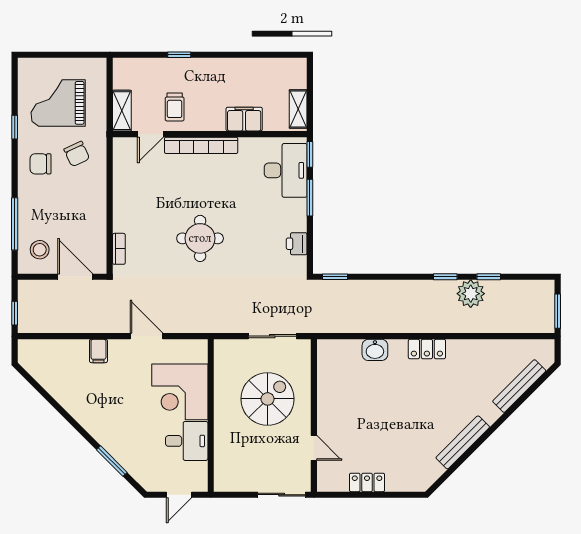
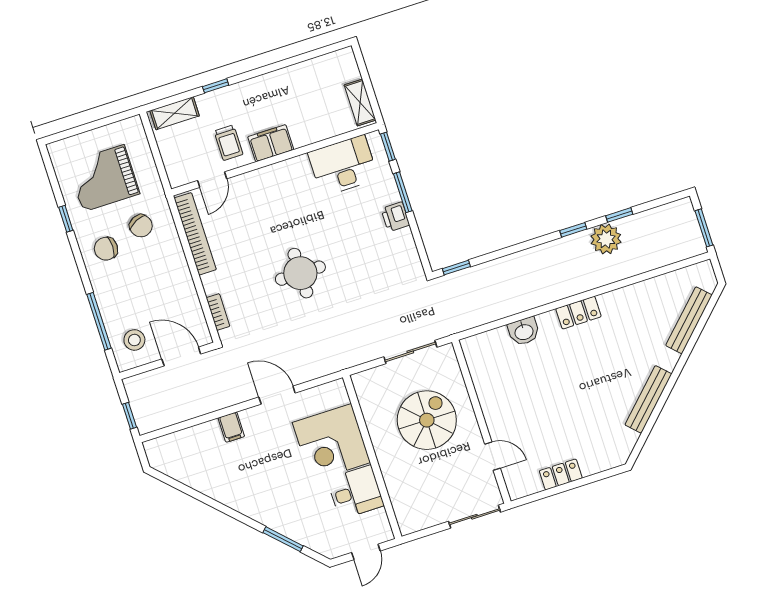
shelving: (122, 111) -> (175, 113), moved, turned 90
filing cabinet: (244, 119) -> (271, 143), moved
bookcase: (201, 145) -> (195, 234), moved, turned -90
desk: (286, 170) -> (343, 166), moved, turned -90
printer: (297, 244) -> (395, 217), moved

